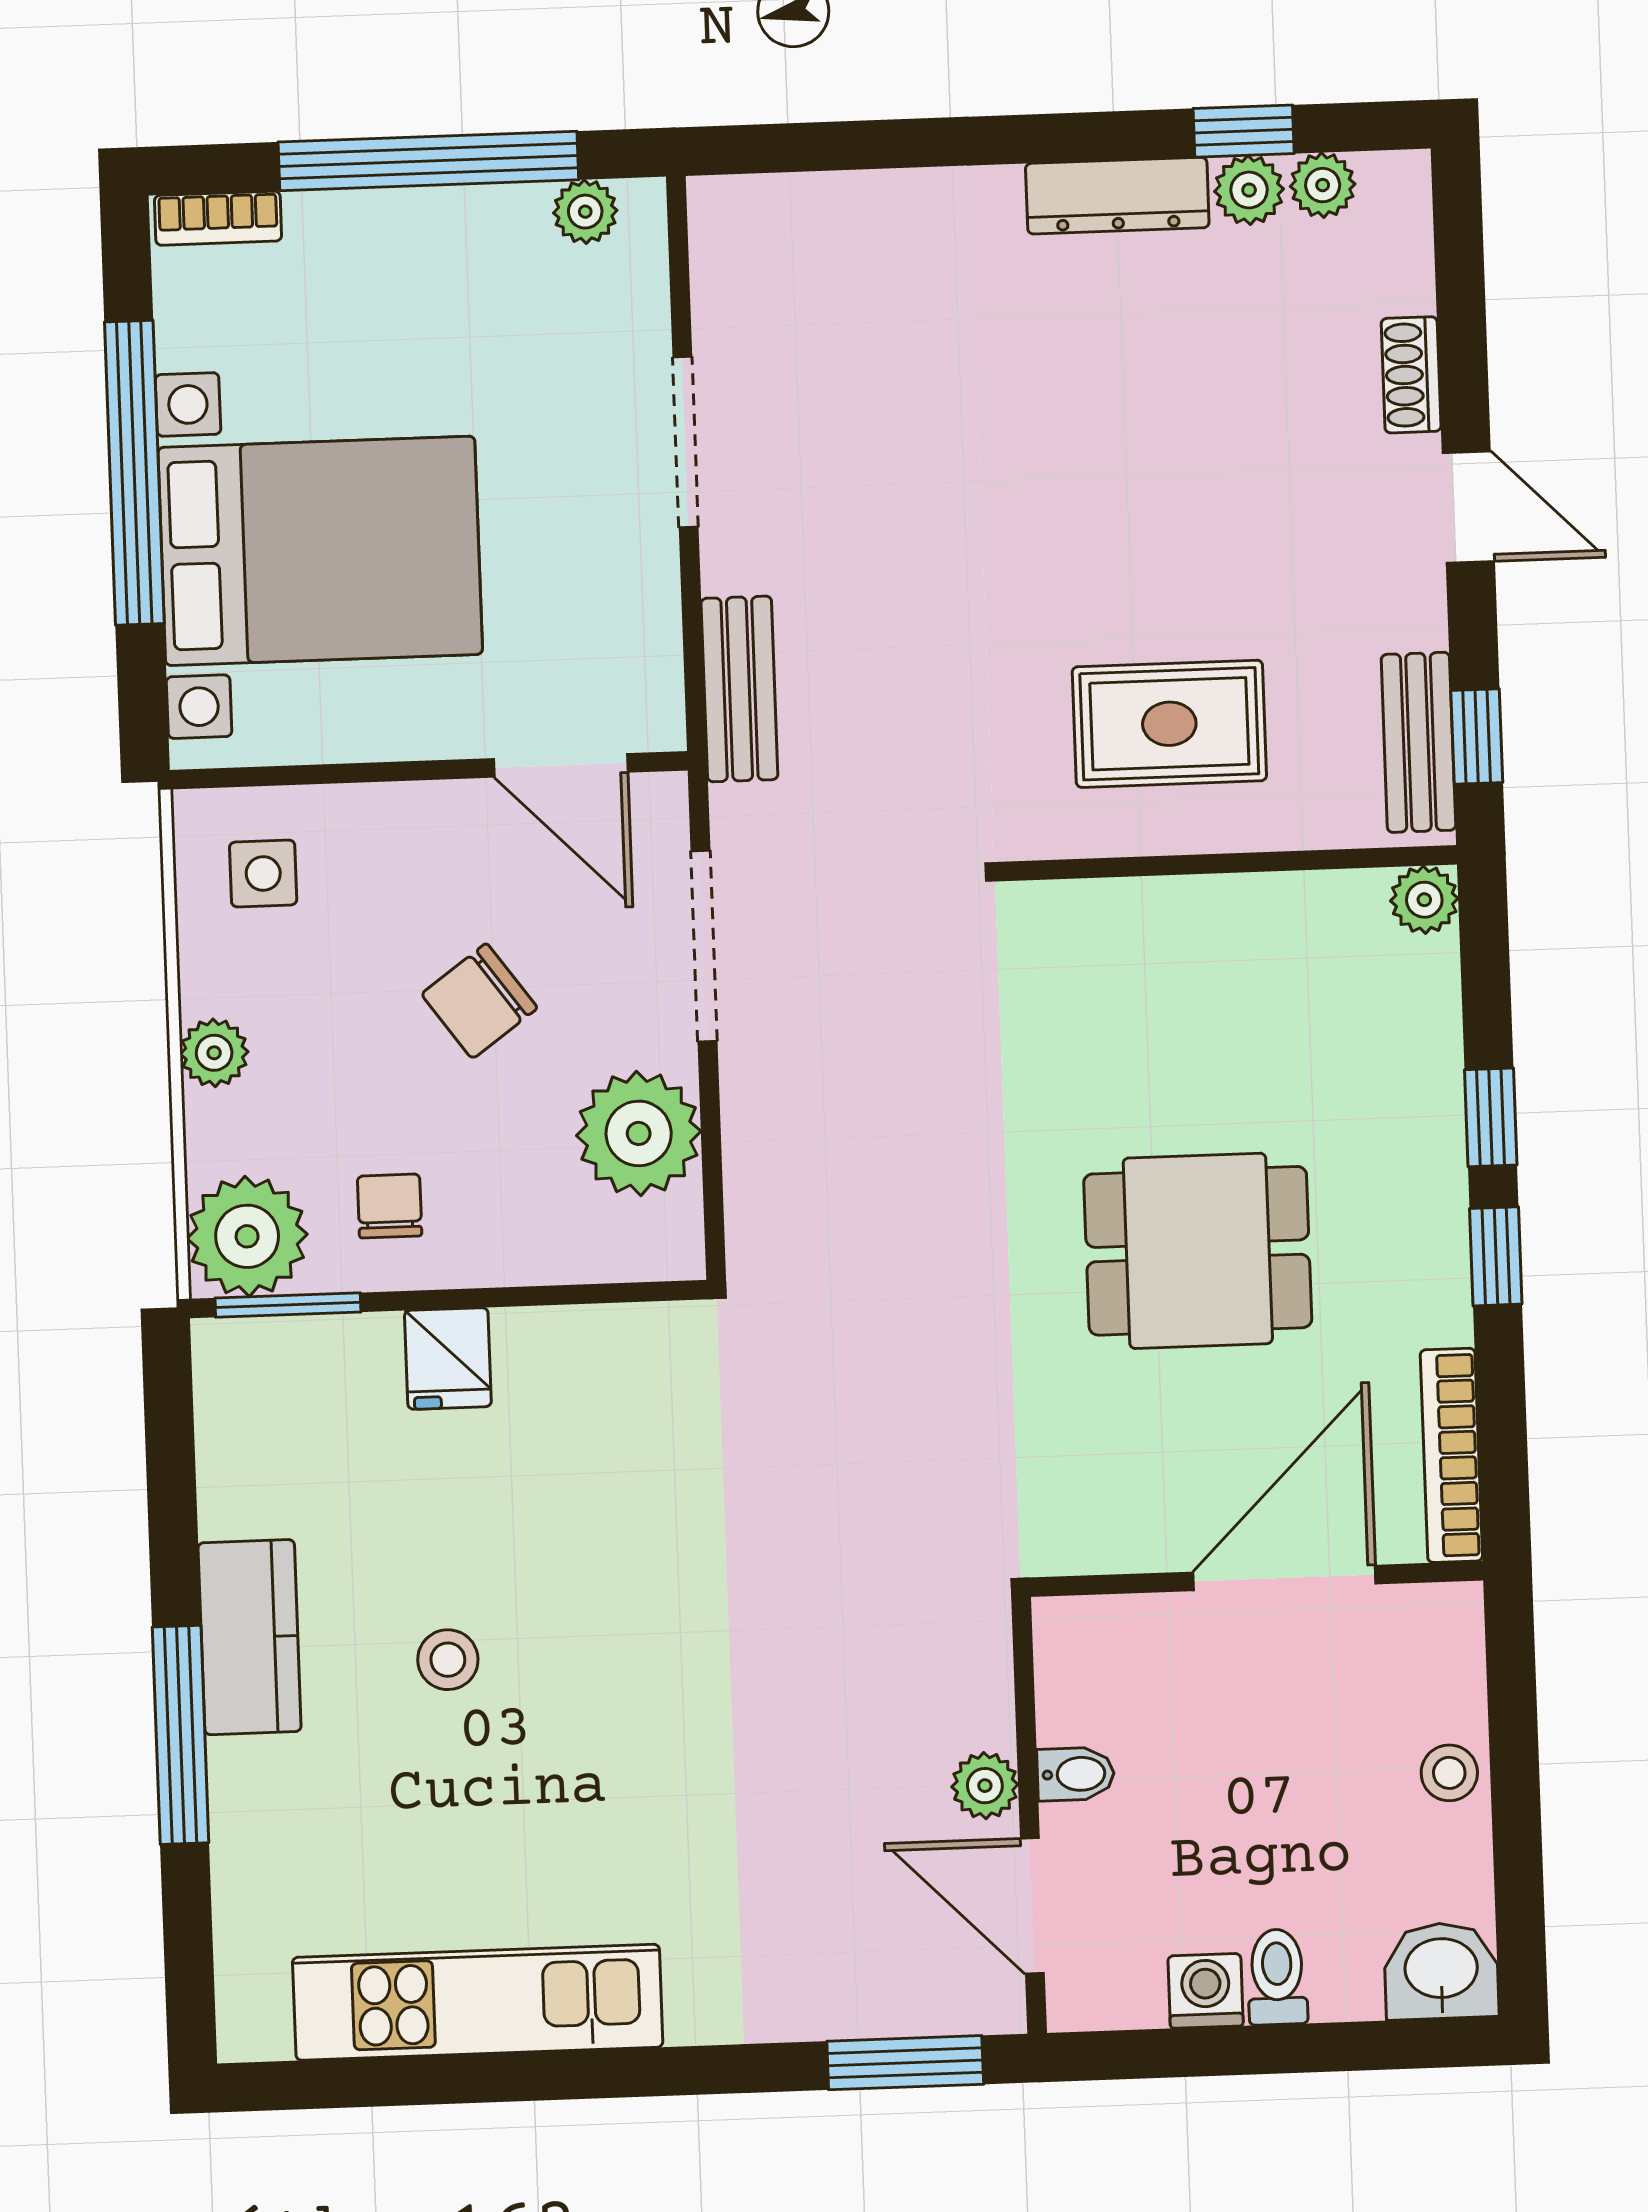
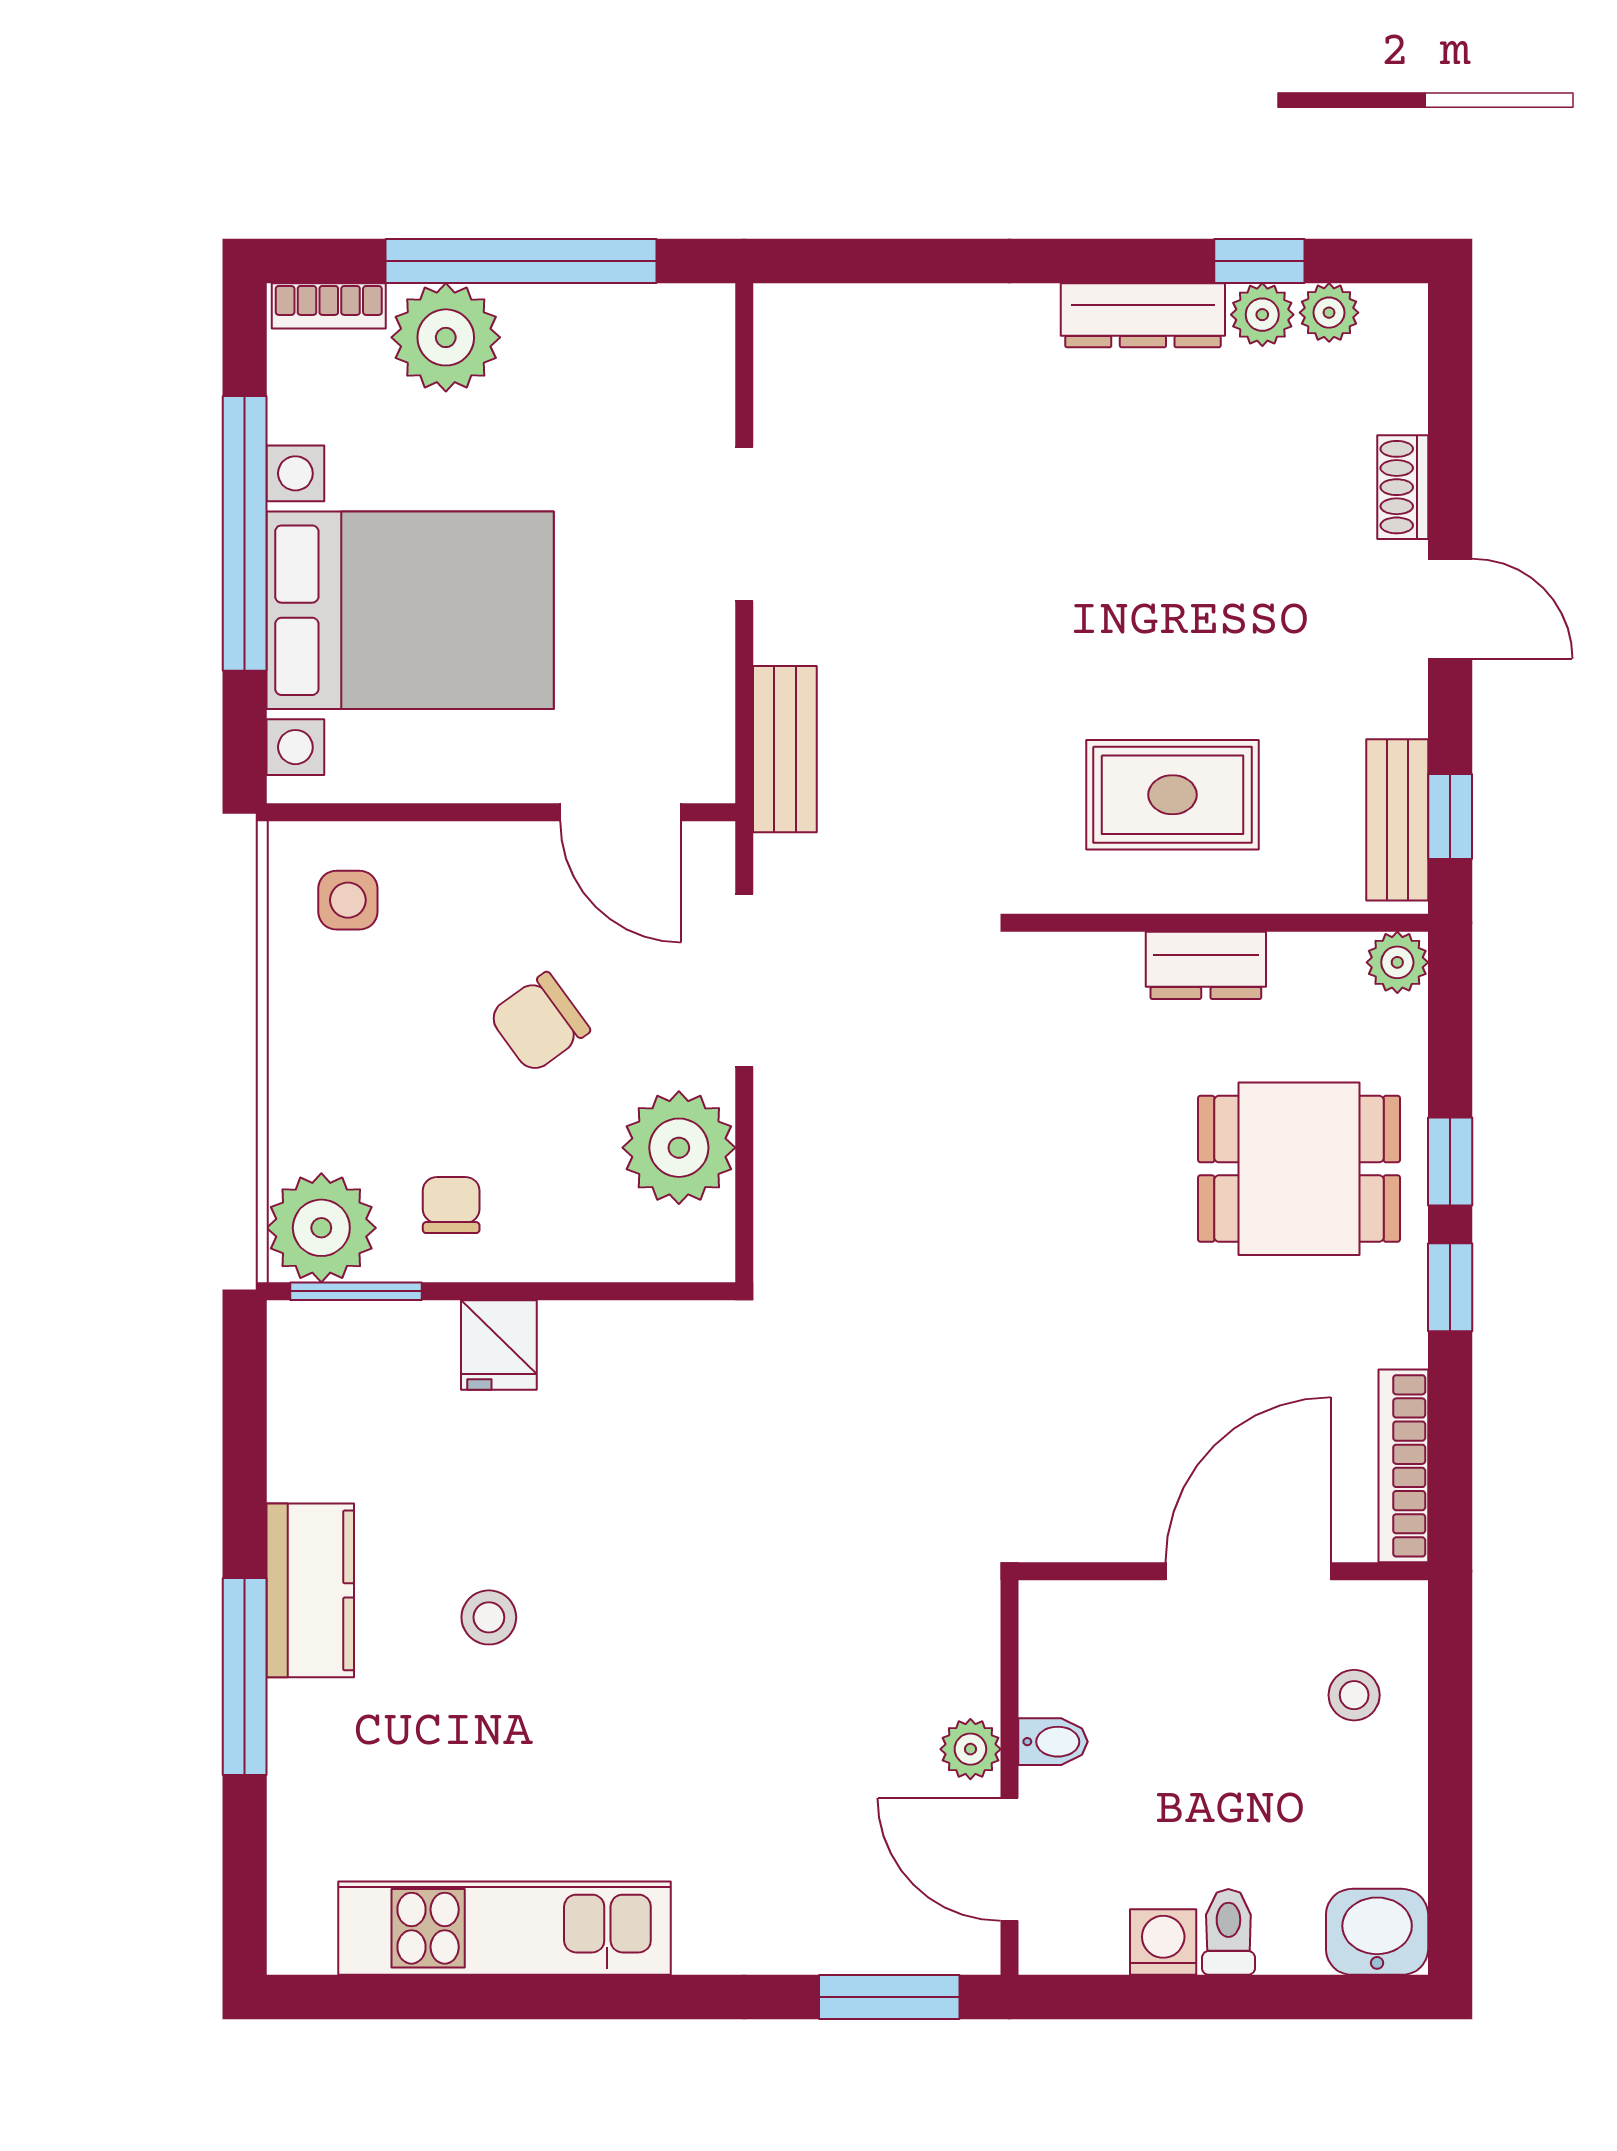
plant: (585, 212) -> (446, 337), moved, width x1.87, depth x1.87
dresser: (1213, 911) -> (1206, 965), added
plant: (214, 1053) -> (298, 1061), removed
dining table: (1198, 1251) -> (1299, 1169), moved
stool: (1449, 1773) -> (1354, 1695), moved

